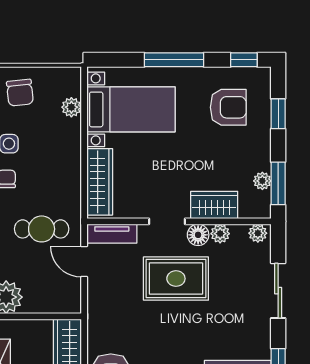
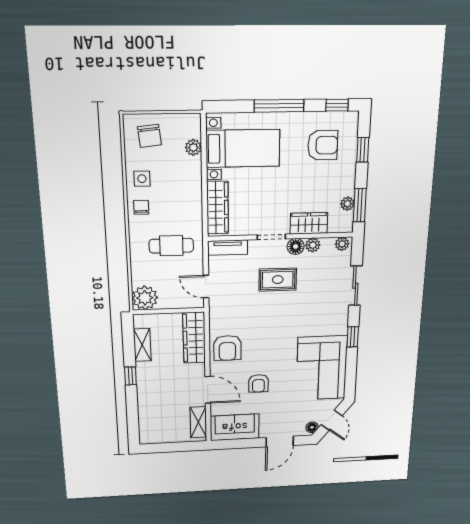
door: (84, 261) -> (206, 287), moved
rug: (176, 279) -> (278, 280), width x0.73, depth x0.70

